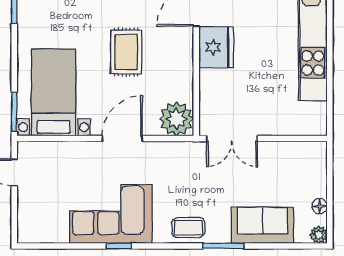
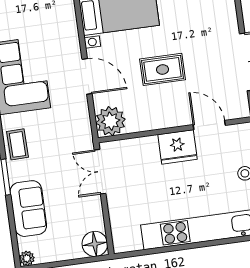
floor lamp: (320, 206) -> (95, 244), moved, width x1.89, depth x1.89

